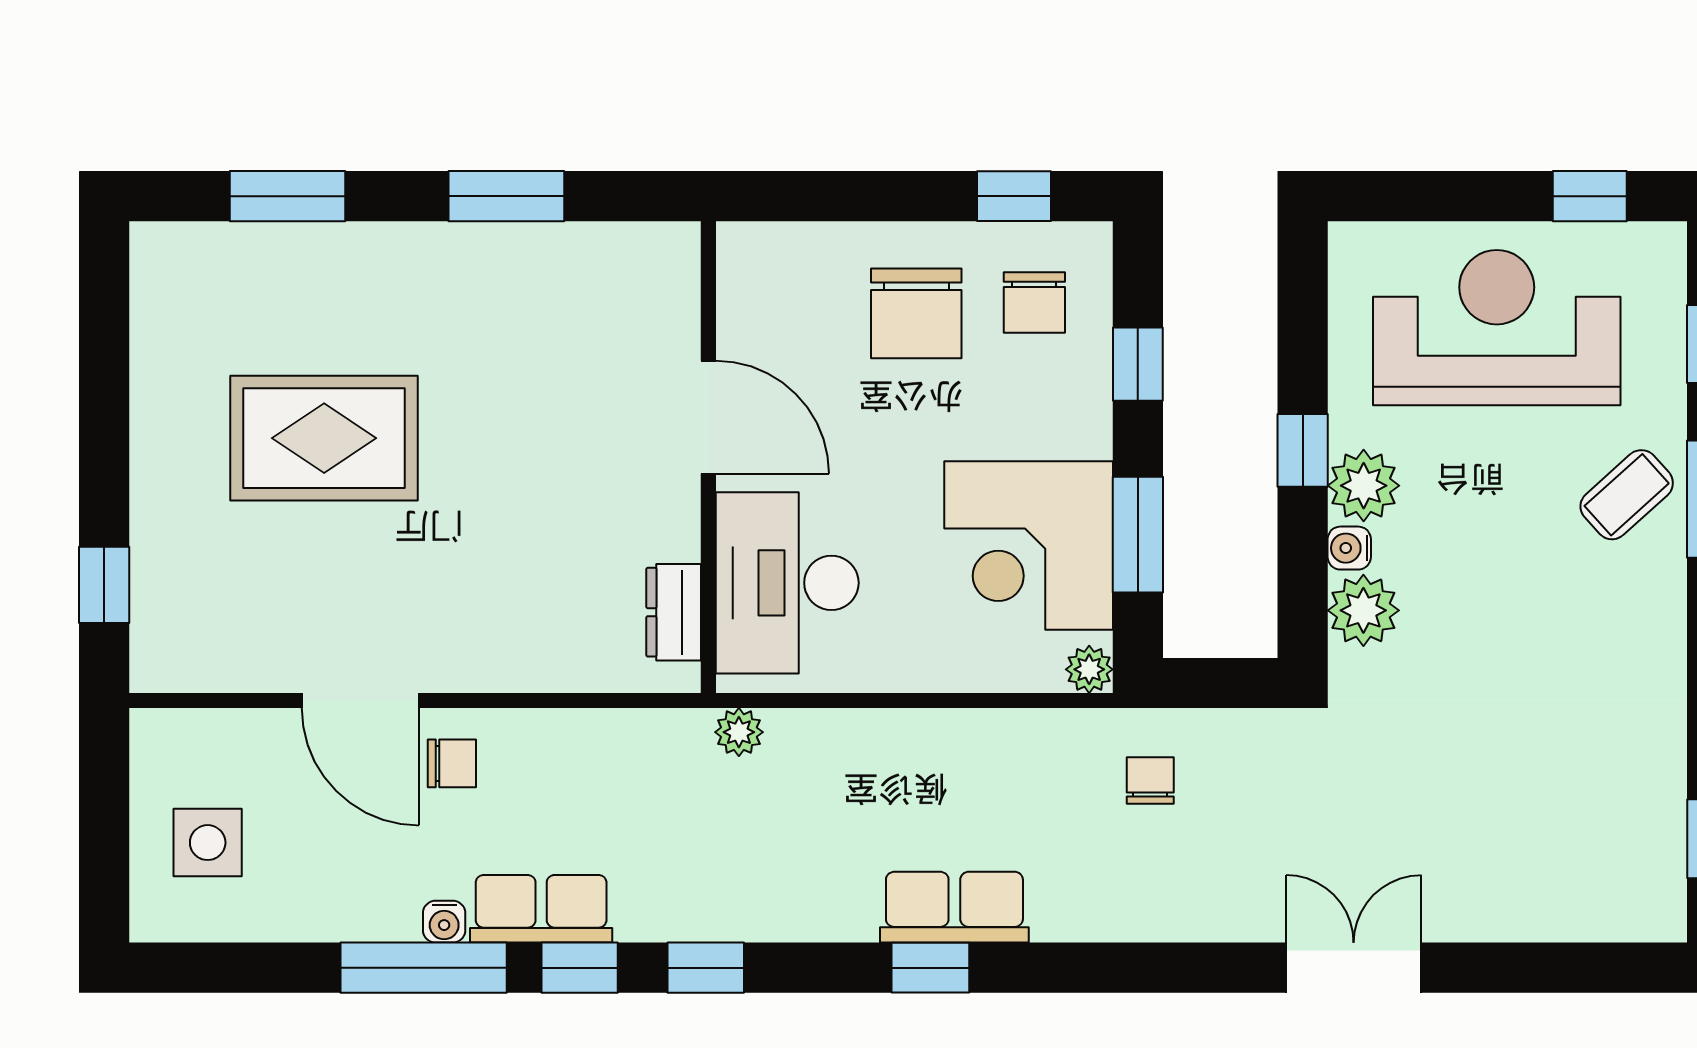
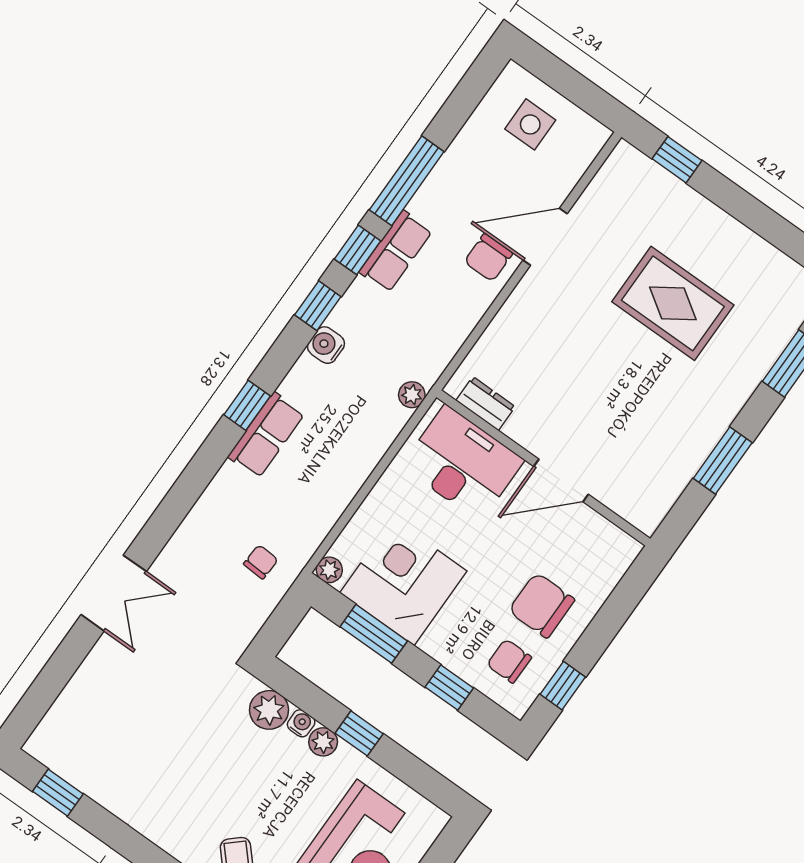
rug: (324, 438) -> (673, 303), turned 90
plant: (1364, 486) -> (323, 742), width x0.73, depth x0.73
chair: (452, 763) -> (488, 258), width x1.37, depth x1.37
chair: (1150, 780) -> (261, 562), turned -87
water cooler: (444, 922) -> (326, 345), moved, width x1.38, depth x1.38

